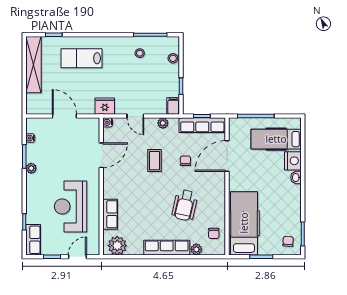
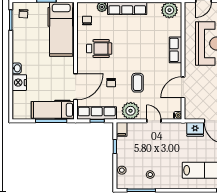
fridge: (105, 106) -> (195, 129), moved
plant: (163, 123) -> (131, 111), width x1.87, depth x1.87
hospital bed: (276, 139) -> (53, 110), moved, turned 180
wheelchair: (185, 205) -> (99, 49), moved, turned 77
row of seats: (110, 214) -> (175, 50), moved

